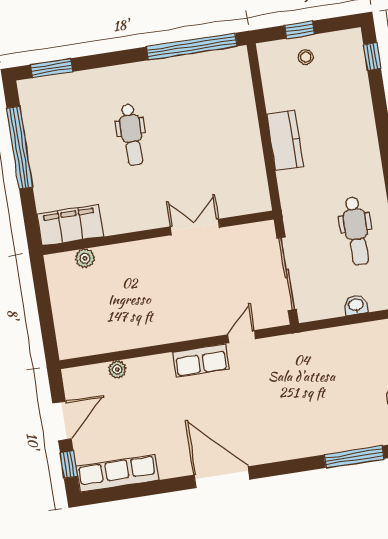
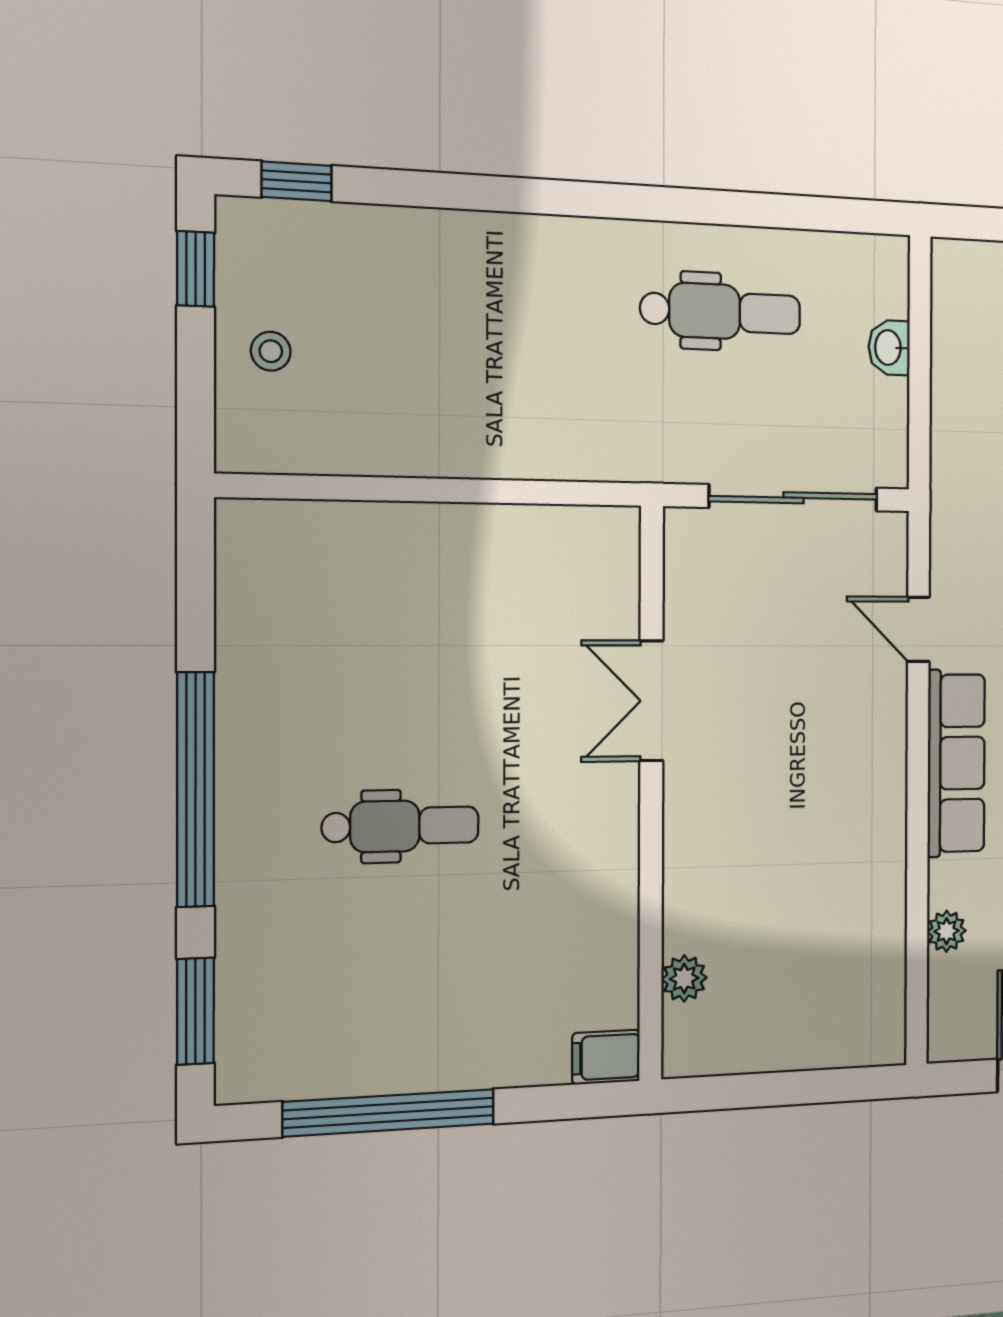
window: (299, 30) -> (196, 269), moved
window: (192, 46) -> (195, 789), moved
kitchen counter: (285, 140) -> (475, 443), removed
filing cabinet: (70, 225) -> (606, 1057), width x0.33, depth x0.86
row of seats: (201, 361) -> (956, 763), width x1.48

